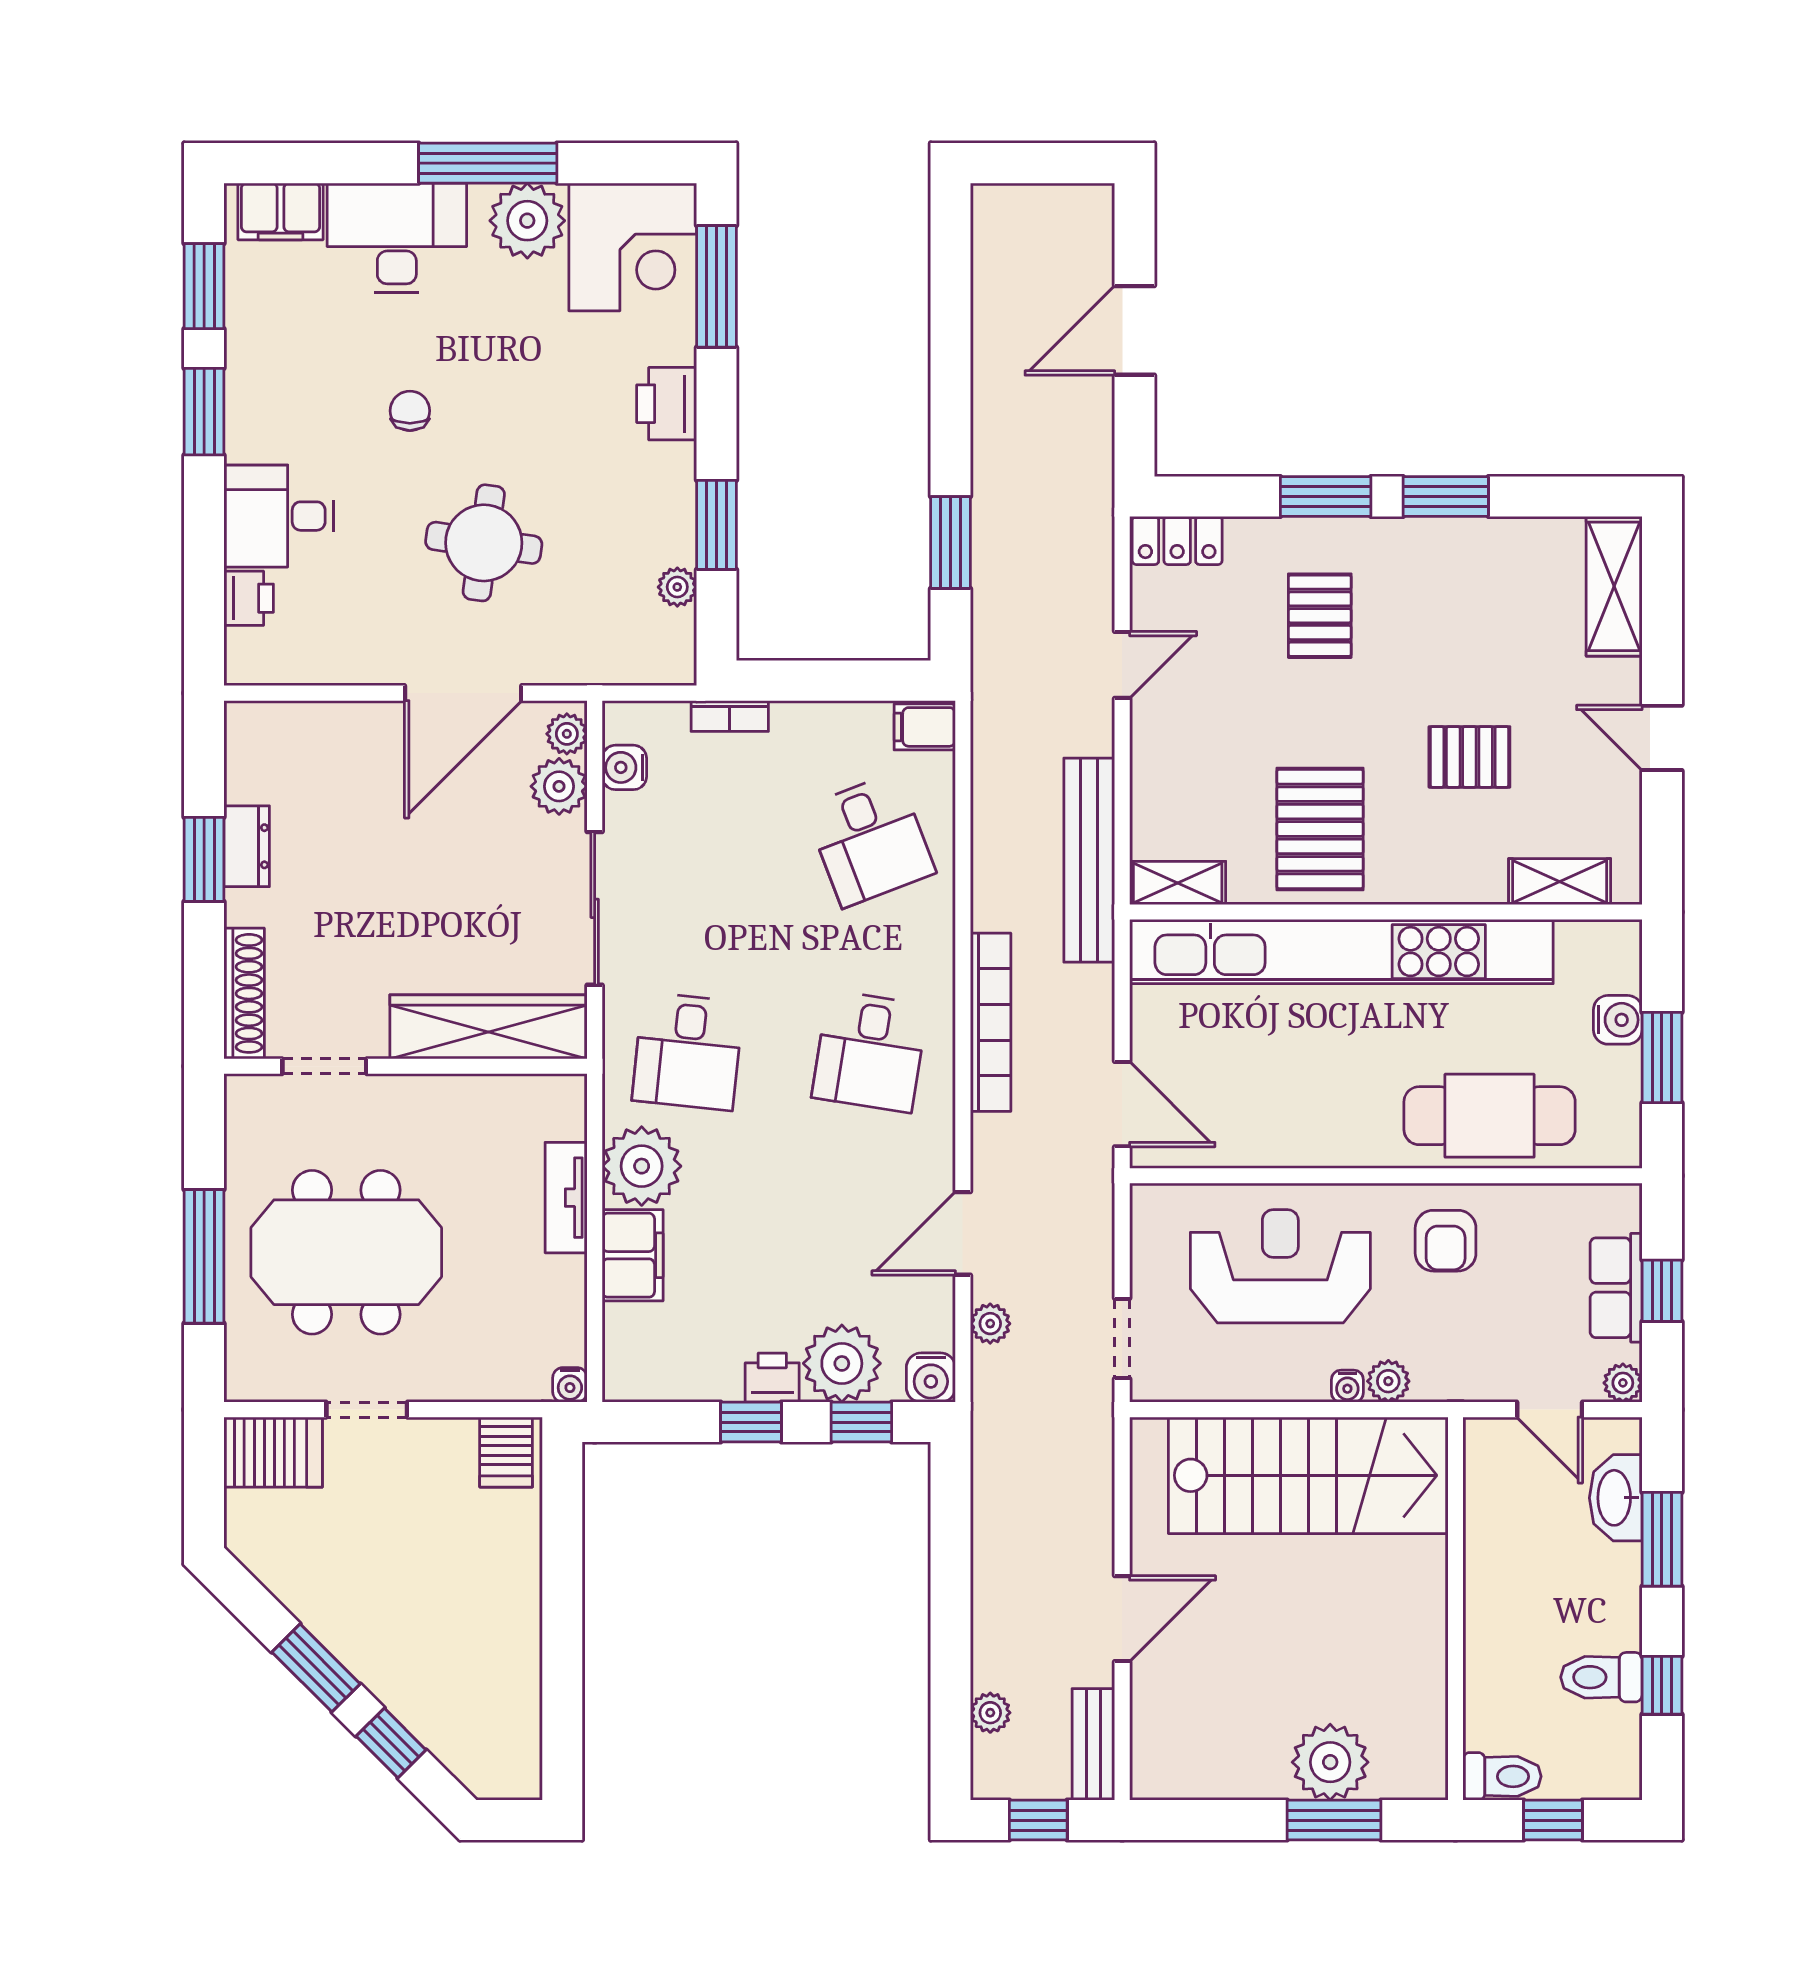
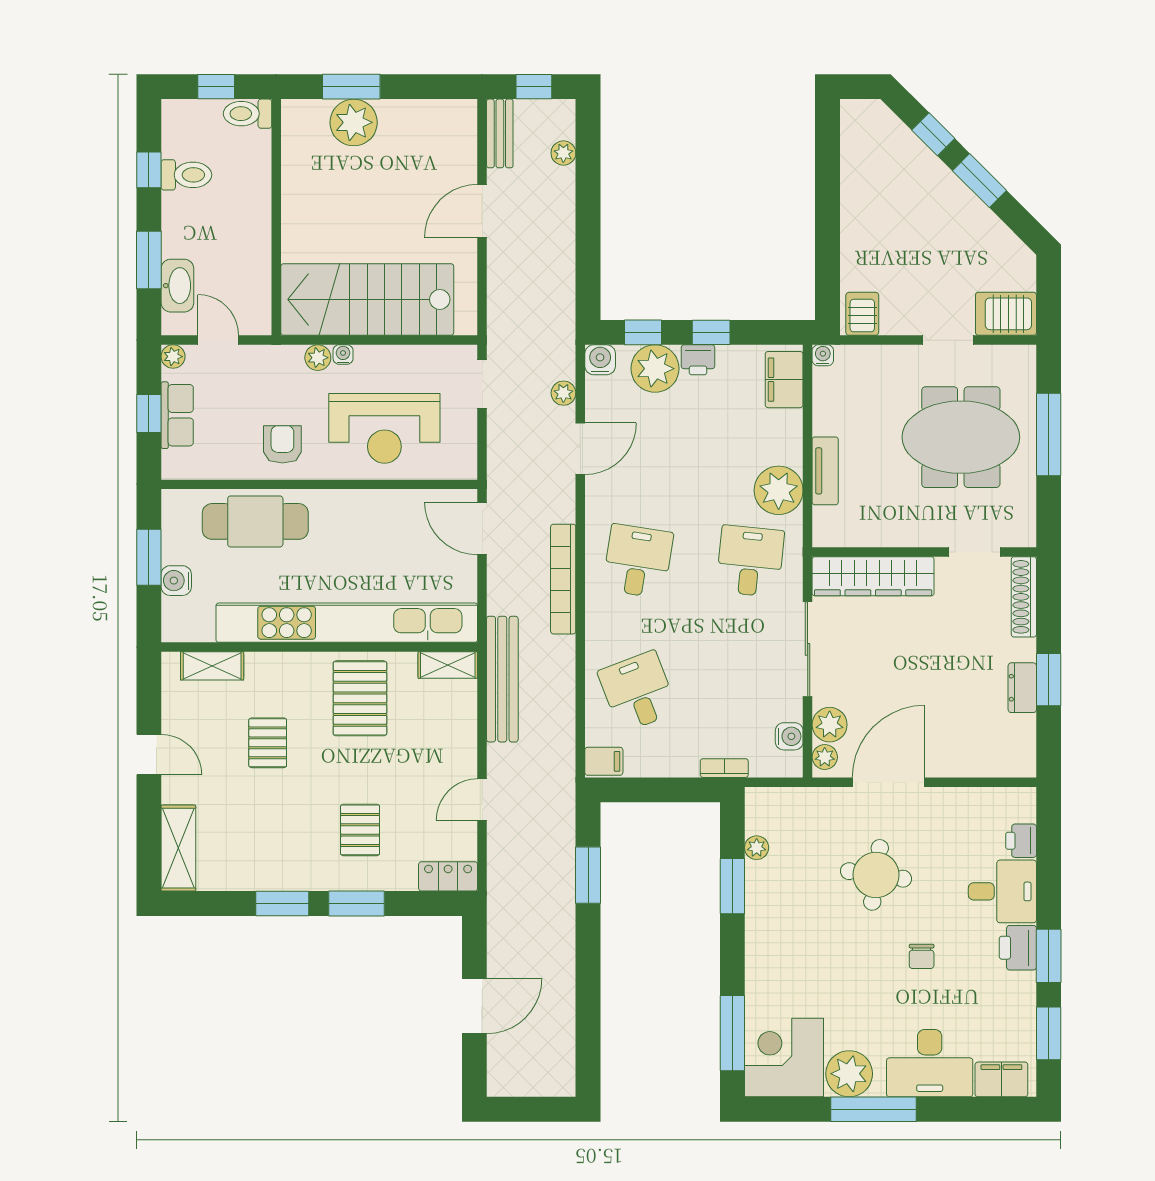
printer: (667, 404) -> (1018, 948), moved, turned 180
pallet: (1469, 757) -> (268, 743), turned 90
filing cabinet: (633, 1255) -> (784, 380), moved

